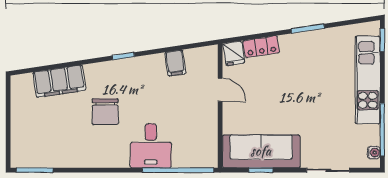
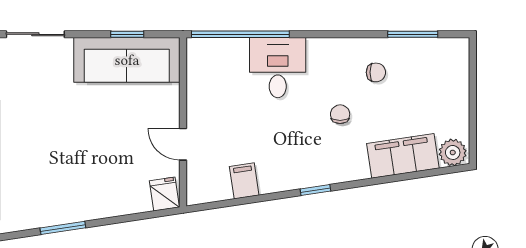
locker: (261, 47) -> (127, 203), removed
plant: (23, 84) -> (453, 152), added
chair: (105, 112) -> (340, 114), width x0.54, depth x0.54
chair: (79, 142) -> (376, 72), added
window: (35, 170) -> (413, 34), moved

